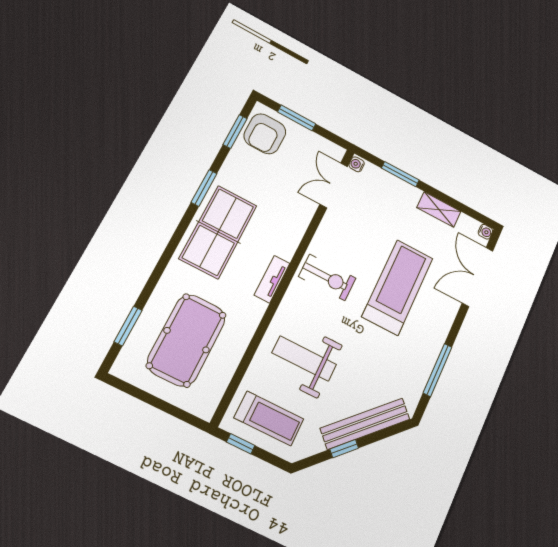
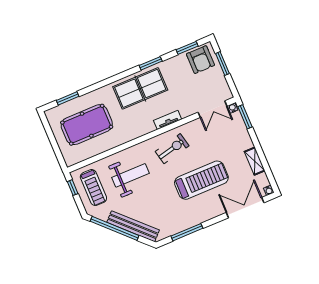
armchair: (265, 134) -> (200, 60), turned -90
window: (400, 174) -> (245, 117), moved
double door: (334, 185) -> (213, 109), swing flipped
exercise bike: (327, 277) -> (172, 149), turned -103
tv unit: (272, 279) -> (168, 120), moved
weight bench: (304, 359) -> (131, 175), turned 90
window: (344, 449) -> (115, 228), width x3.17

